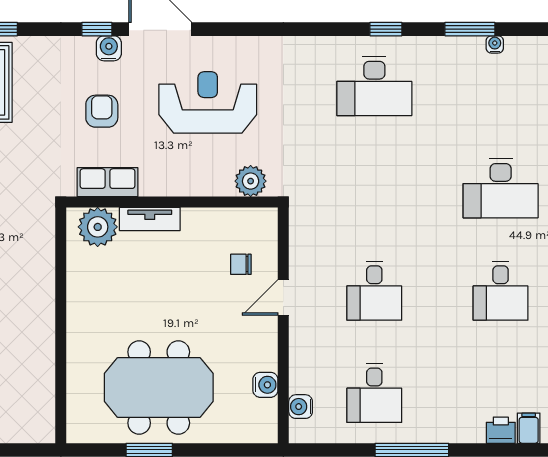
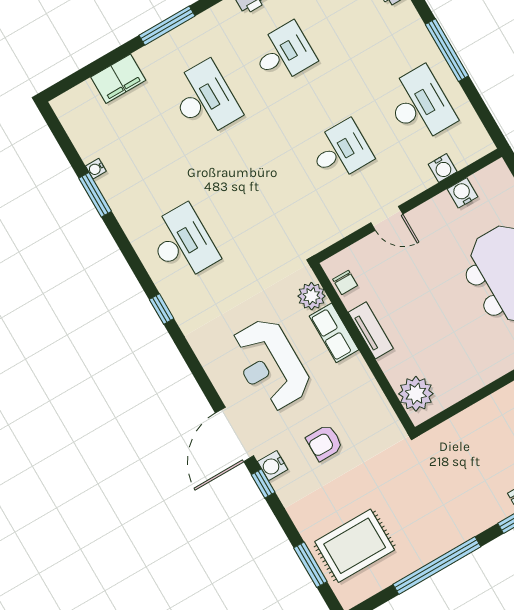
window: (386, 29) -> (162, 309), moved
row of seats: (107, 182) -> (334, 333), moved
tv unit: (150, 219) -> (371, 330), moved
chair: (241, 264) -> (345, 282), moved
desk: (374, 393) -> (420, 105), width x1.37
water cooler: (301, 407) -> (443, 168), moved

